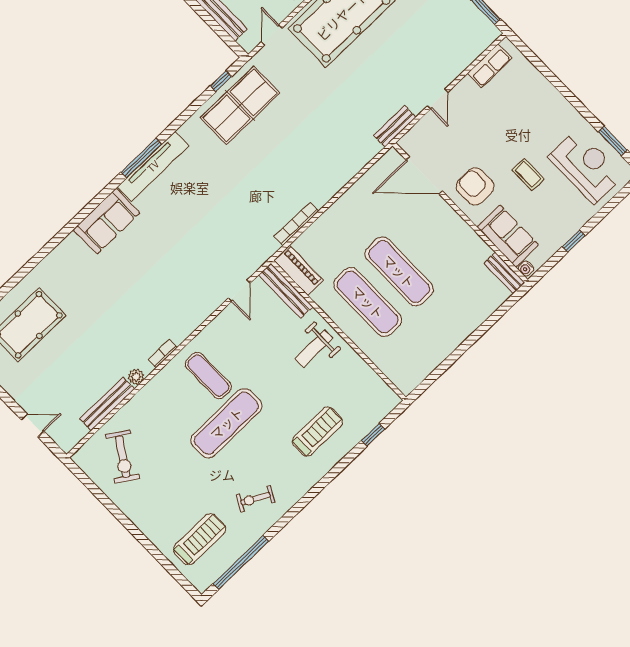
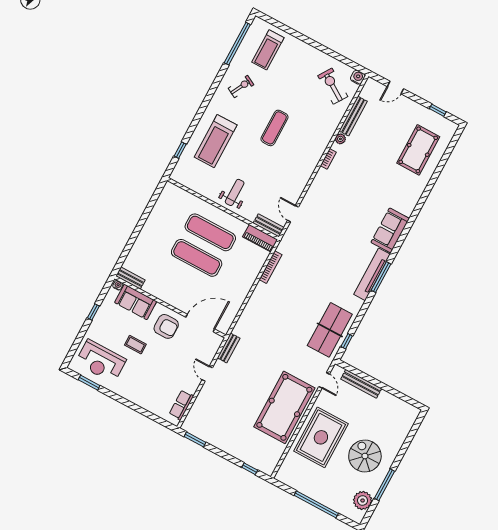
bench: (286, 291) -> (269, 225), width x0.73
exercise mat: (208, 376) -> (295, 154), removed
exercise mat: (226, 423) -> (274, 128), width x0.73, depth x0.69
treadmill: (317, 431) -> (216, 141), width x1.37, depth x1.38
water cooler: (82, 458) -> (358, 77), added

